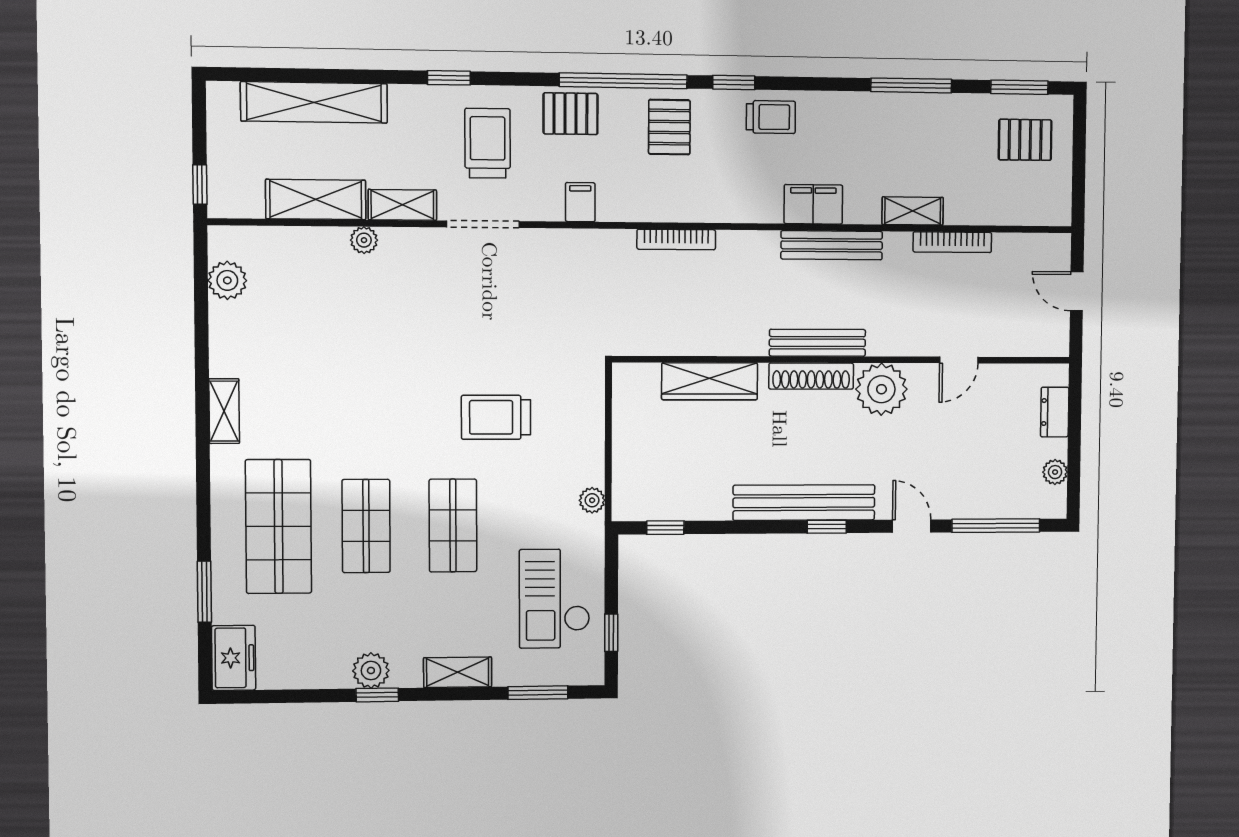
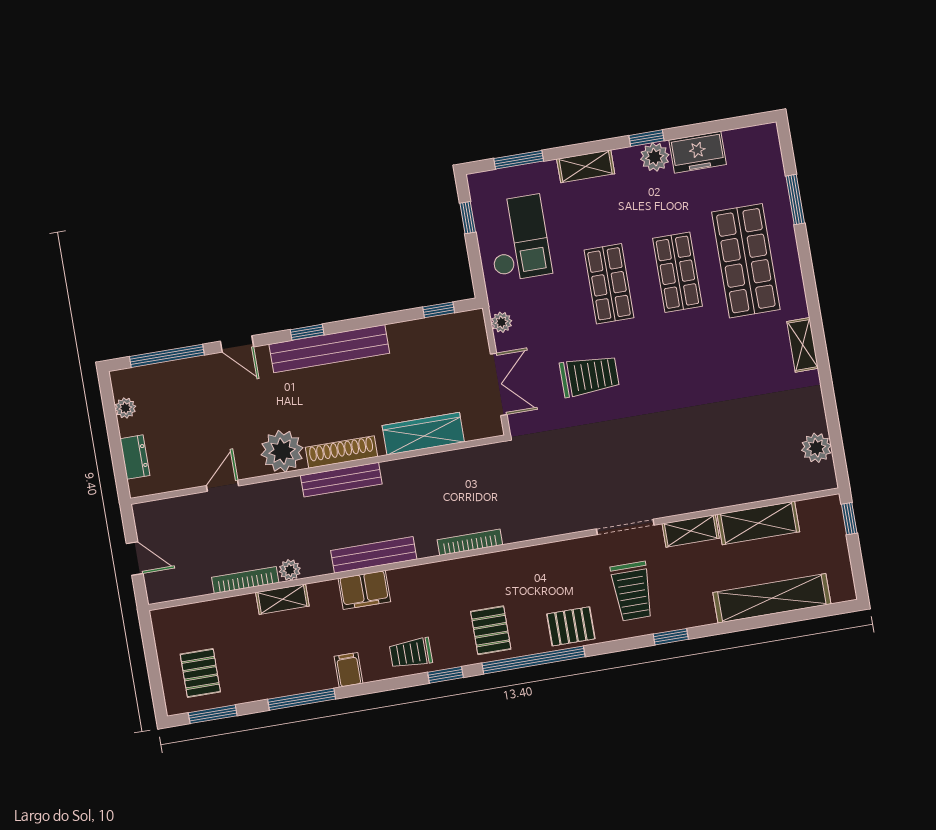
pallet: (1025, 140) -> (200, 673), turned 90
filing cabinet: (580, 202) -> (348, 670), moved, turned 180
plant: (364, 240) -> (290, 570), moved
bench: (832, 245) -> (374, 555), moved
double door: (608, 426) -> (499, 384), added
freezer: (234, 658) -> (698, 152), moved, turned -90

